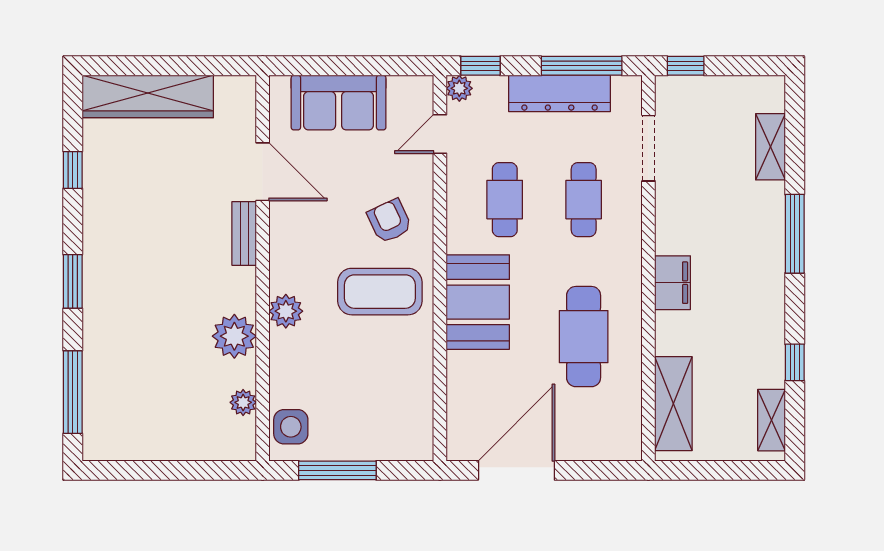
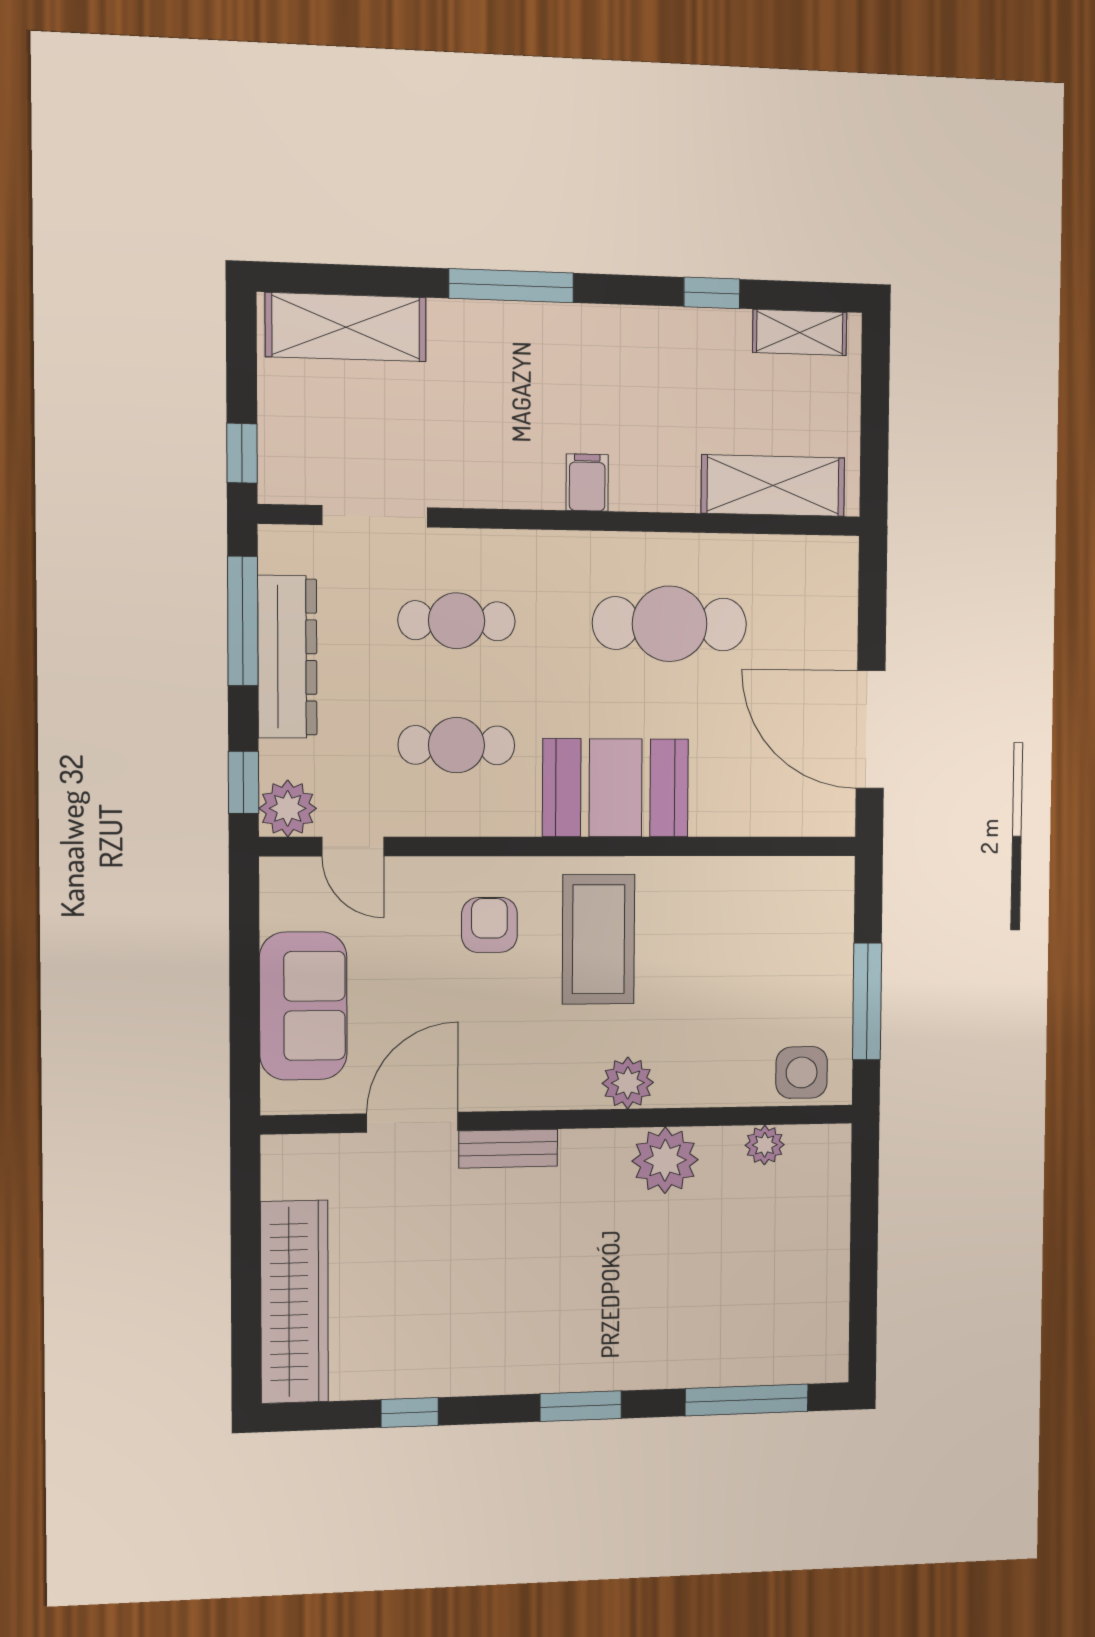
plant: (459, 88) -> (288, 808), width x1.38, depth x1.38
shelving: (770, 147) -> (346, 327), width x1.50, depth x1.33
armchair: (390, 221) -> (489, 925), turned 115
filing cabinet: (673, 283) -> (587, 483), width x0.50

